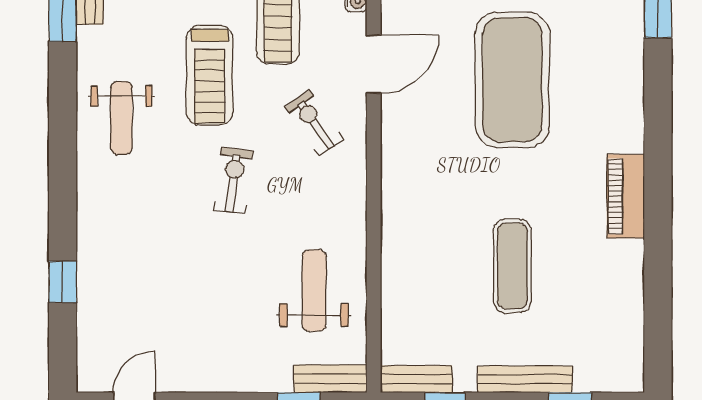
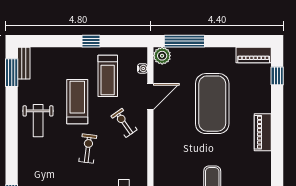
treadmill: (210, 75) -> (77, 102), turned 180
piano: (626, 196) -> (263, 132), moved

